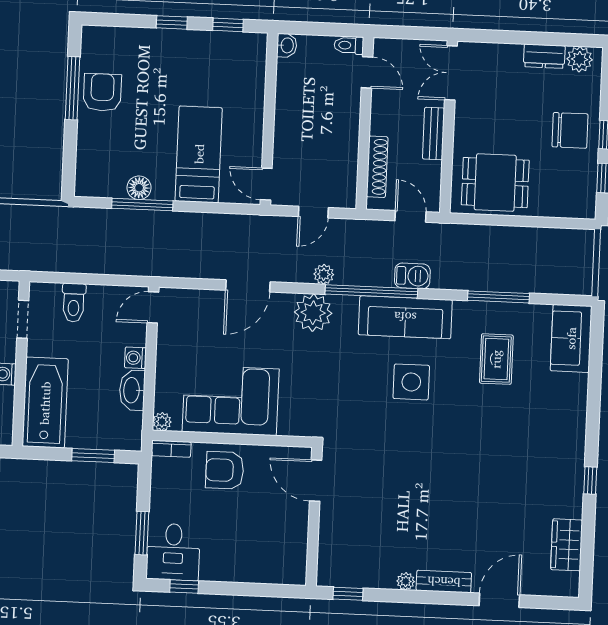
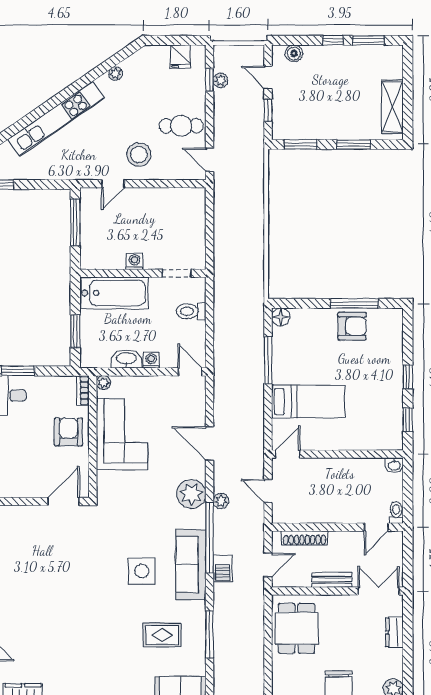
dresser: (544, 56) -> (394, 632), moved
floor lamp: (139, 188) -> (281, 317), moved

